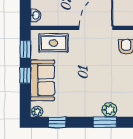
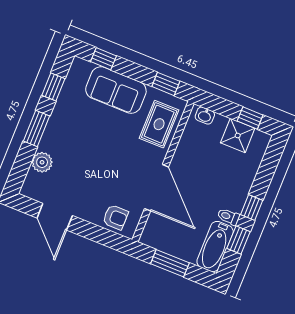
window: (25, 75) -> (103, 59), moved
plant: (37, 112) -> (78, 67), removed
window: (105, 122) -> (37, 128), moved

